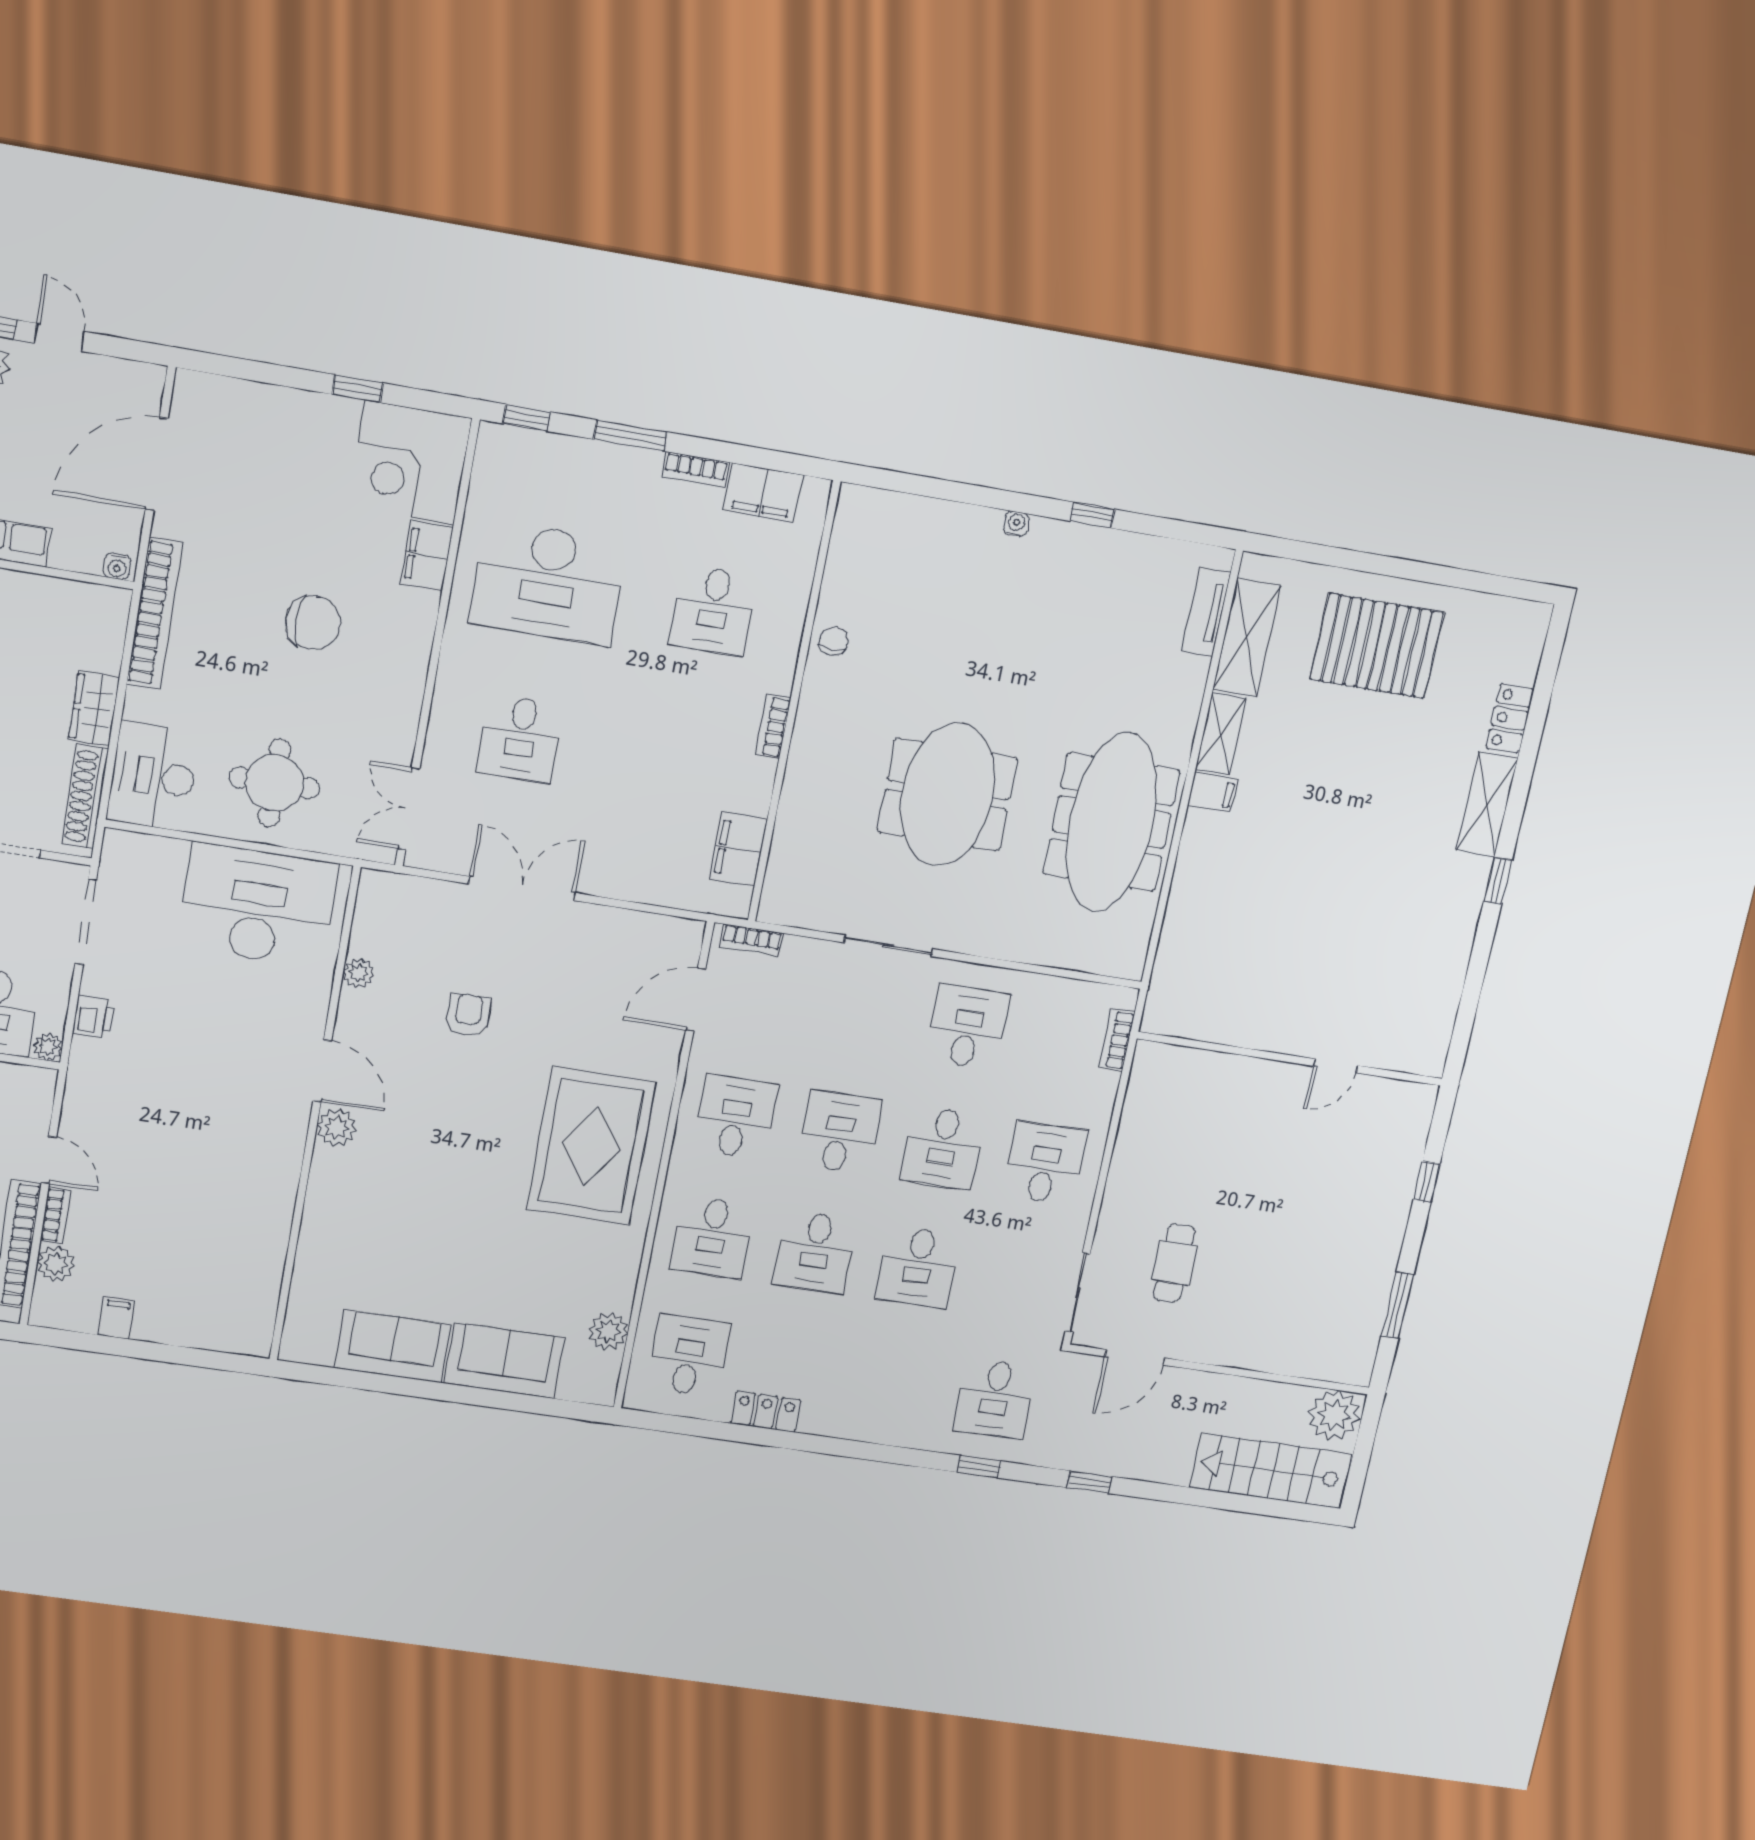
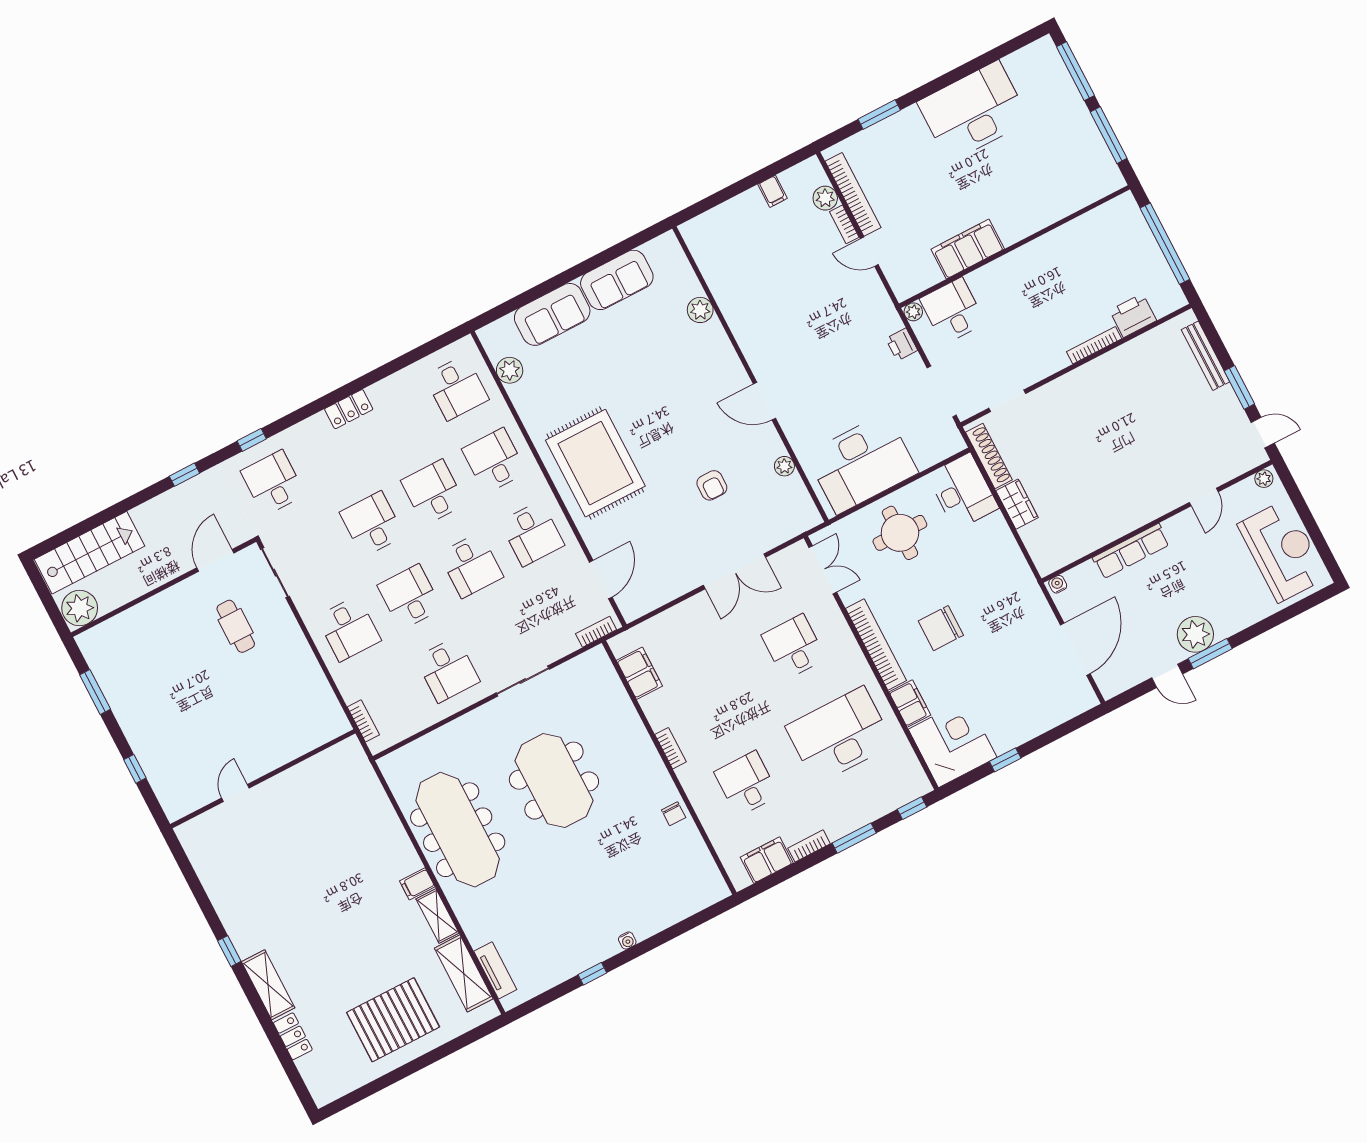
bookcase: (155, 614) -> (876, 645), moved, turned 180
plant: (337, 1128) -> (700, 310), moved
locker: (766, 1411) -> (349, 409), moved

